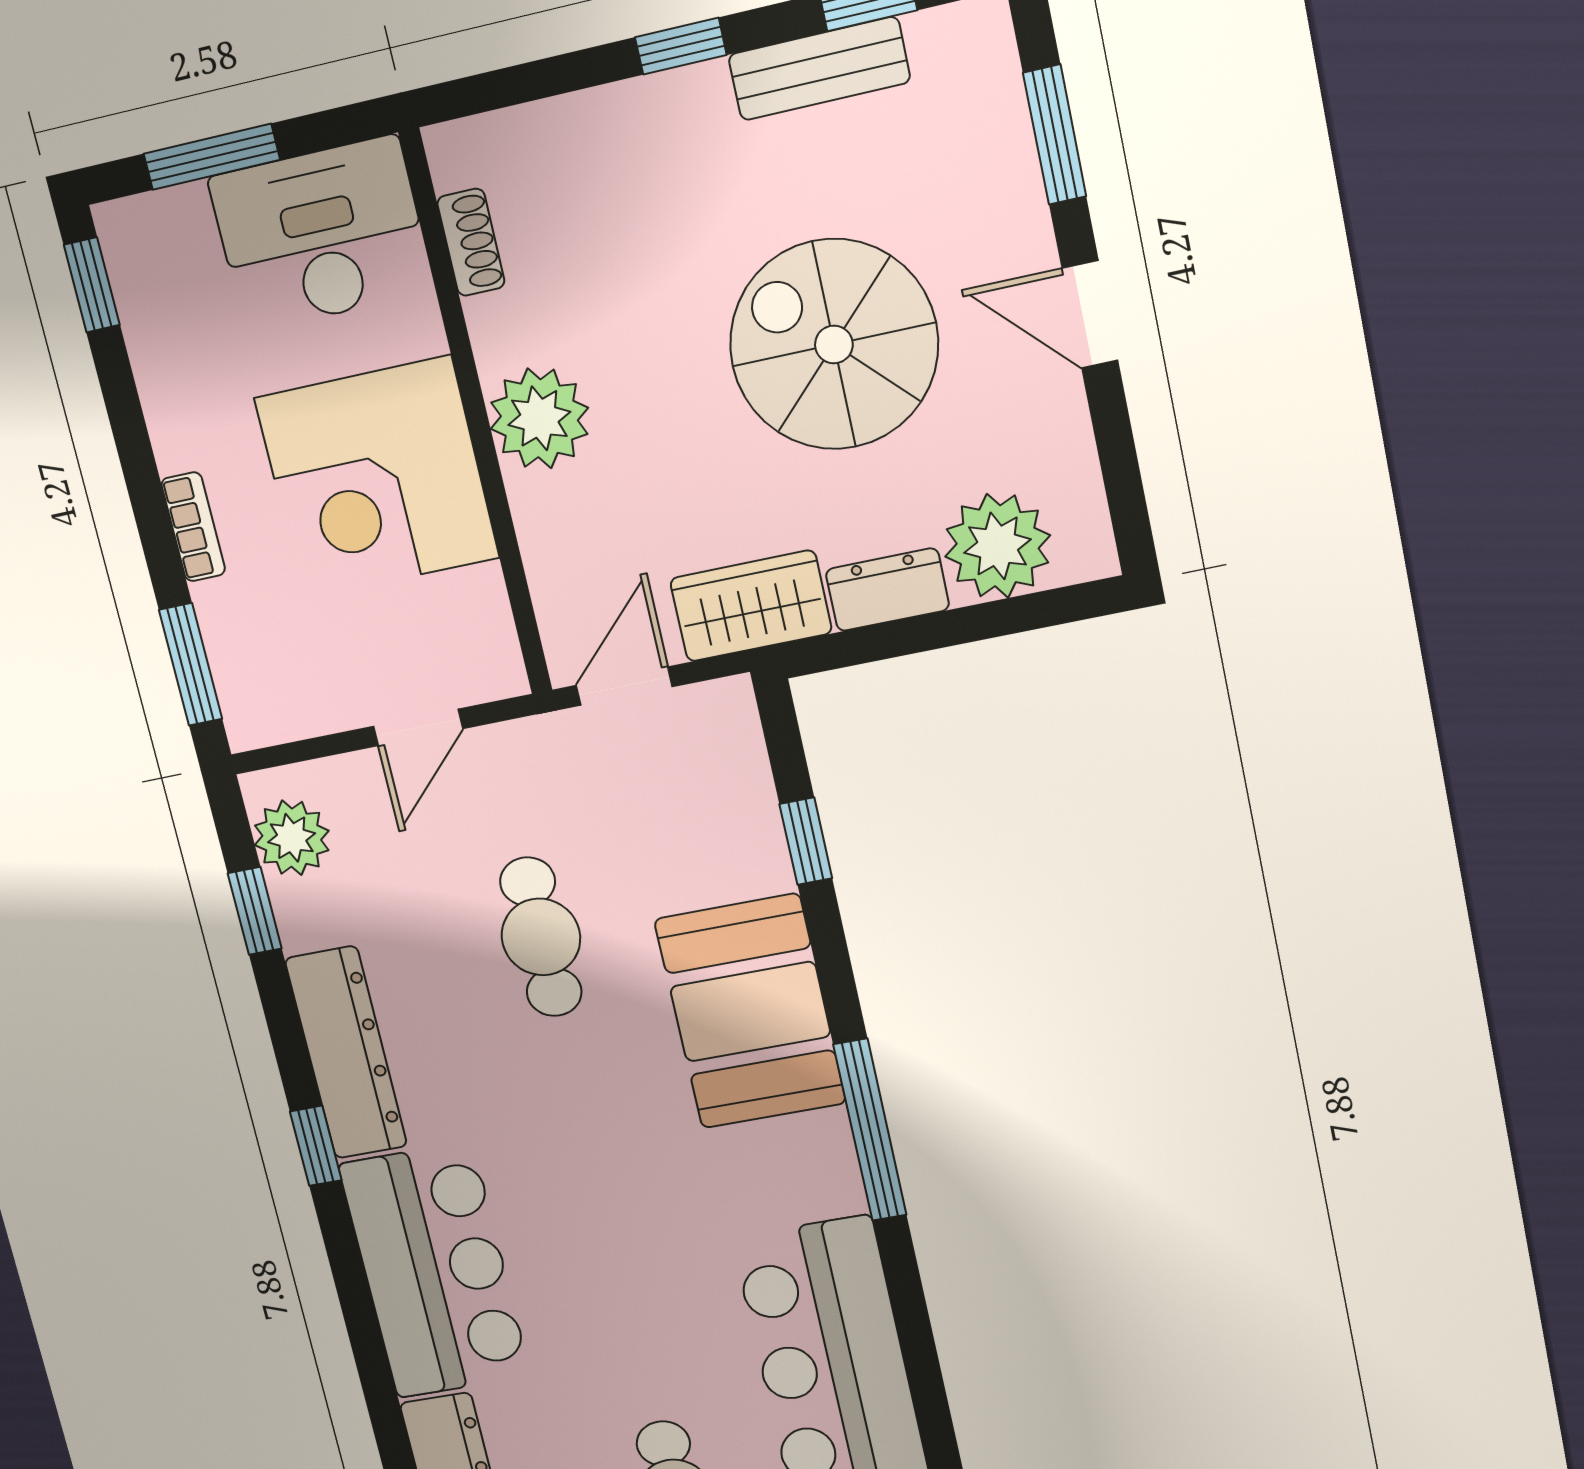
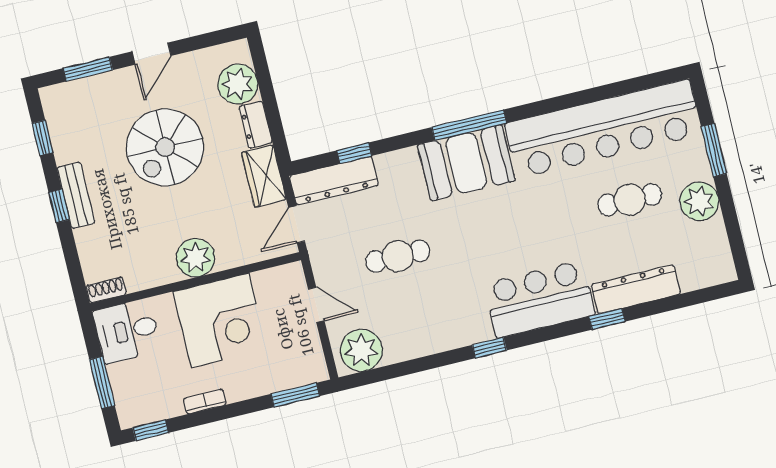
bench: (819, 69) -> (76, 195), moved
desk: (321, 234) -> (127, 331), width x0.73
shoe rack: (471, 242) -> (106, 290), moved
bookcase: (193, 527) -> (205, 402), moved
door: (624, 686) -> (297, 224), hinge flipped
plant: (292, 838) -> (361, 350), width x1.36, depth x1.36
window: (255, 911) -> (607, 319), moved
booth: (750, 1012) -> (466, 163), moved
dresser: (346, 1053) -> (334, 181), moved, turned 180

